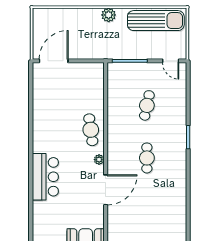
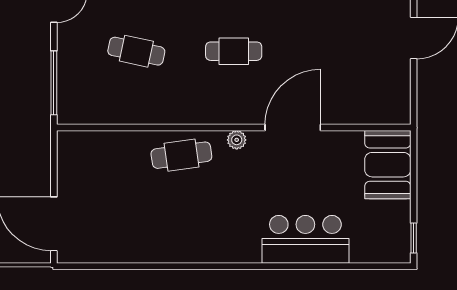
bar counter: (45, 177) -> (305, 239), moved
door: (106, 190) -> (293, 128), hinge flipped

